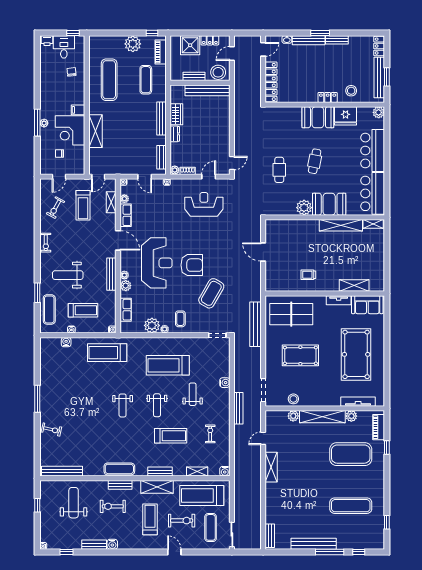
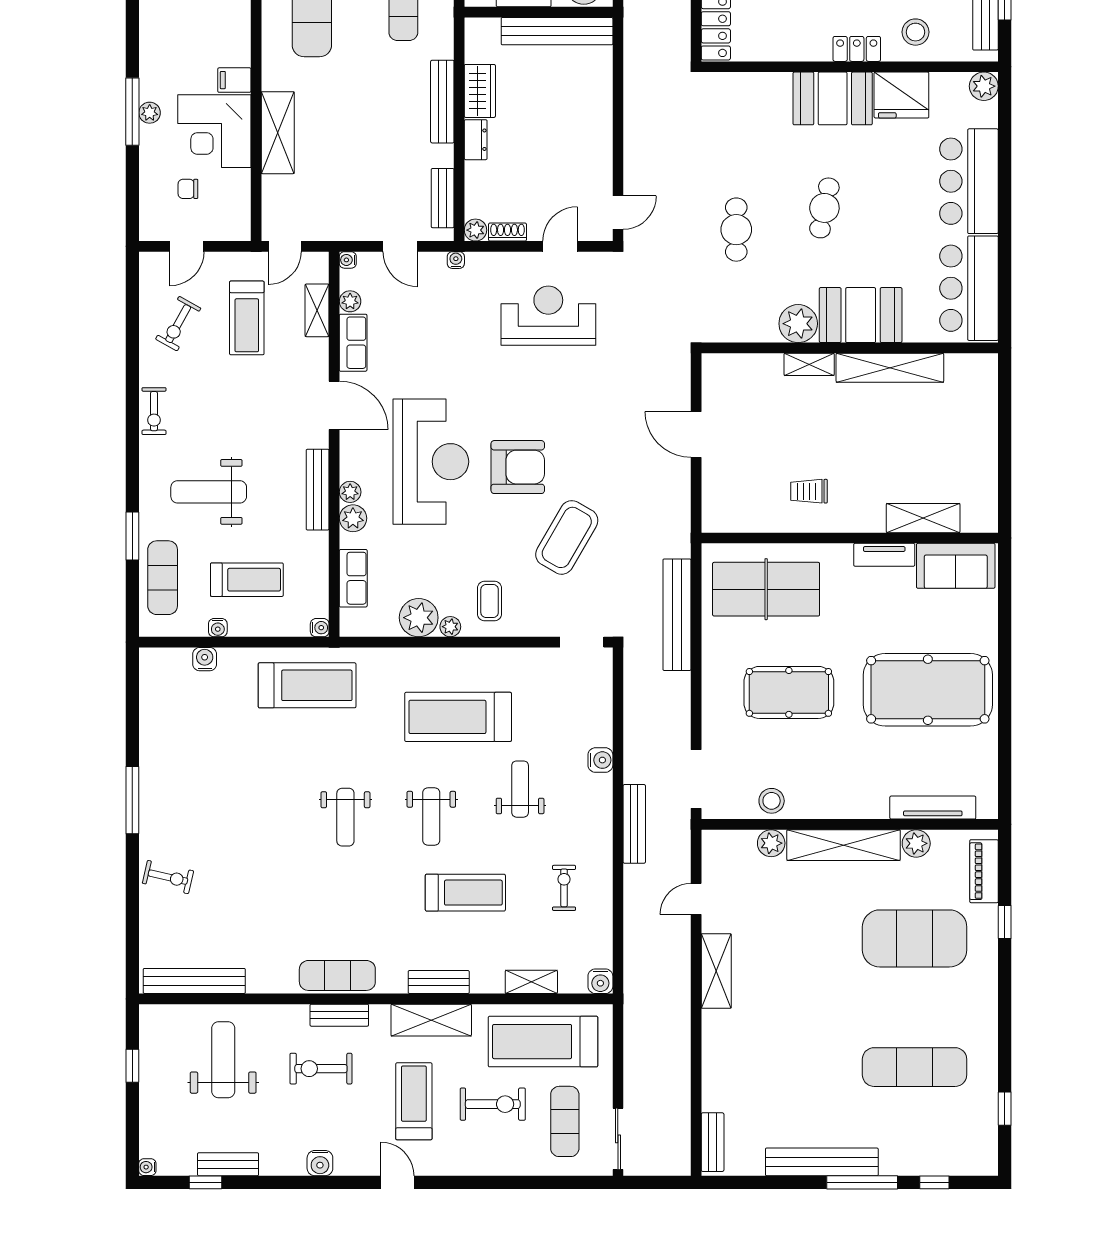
shelving: (373, 224) -> (809, 364), moved
treadmill: (107, 353) -> (307, 685), turned 180
pool table: (356, 354) -> (928, 690), turned 90
bench: (94, 545) -> (228, 1164), moved
door: (174, 552) -> (397, 1182), moved

